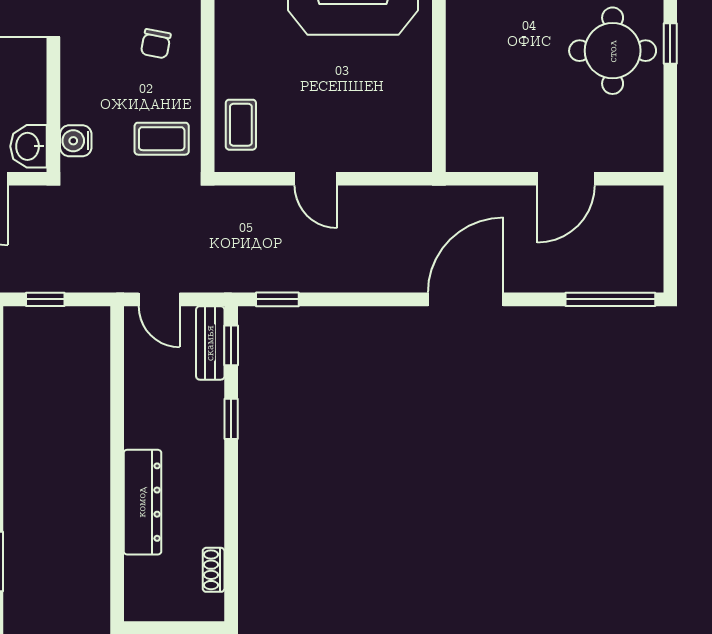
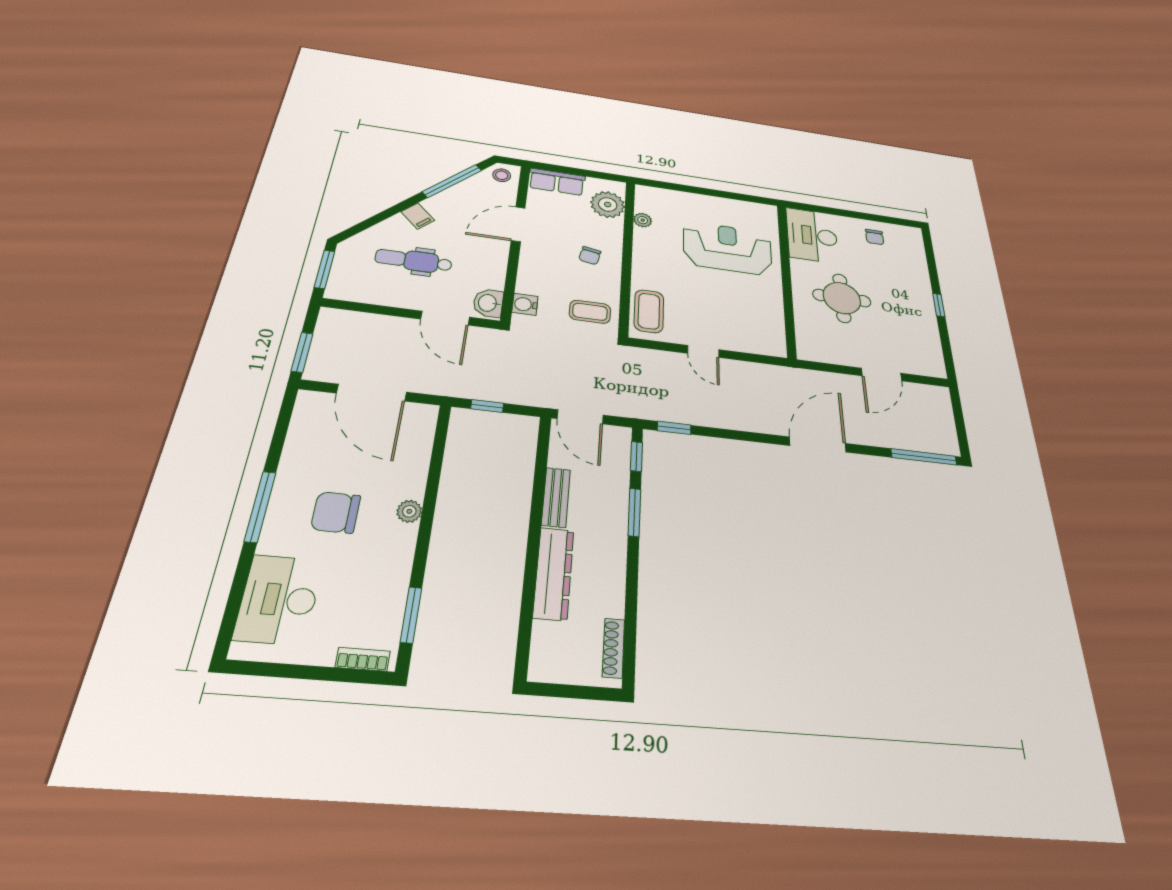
round table: (613, 51) -> (842, 298), moved
coffee table: (241, 125) -> (649, 311), width x1.36, depth x1.30
door: (159, 299) -> (580, 417), width x1.38
bench: (210, 343) -> (556, 497), moved
window: (231, 419) -> (634, 512), width x1.50
shoe rack: (214, 570) -> (614, 648), width x1.43

